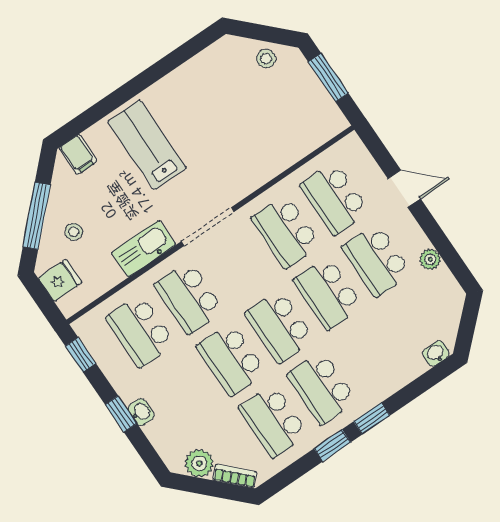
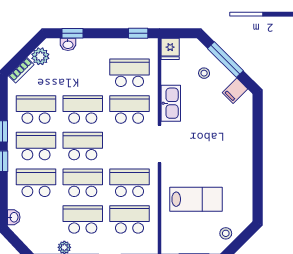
lab bench: (147, 145) -> (196, 199), moved
filing cabinet: (78, 155) -> (235, 91), moved, turned -45
fridge: (60, 280) -> (170, 49), moved
school desk: (370, 355) -> (36, 183), added
washbasin: (141, 412) -> (68, 44), moved
window: (121, 414) -> (72, 33), moved

